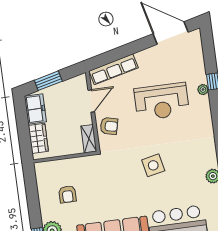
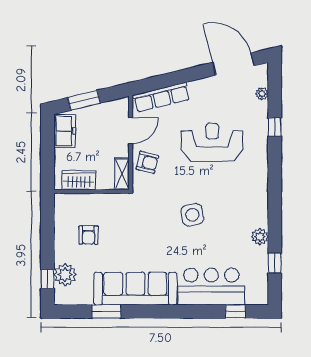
plant: (203, 90) -> (262, 94), moved
reception desk: (162, 101) -> (212, 142), turned 180
wardrobe: (38, 138) -> (79, 180), moved, turned -90

